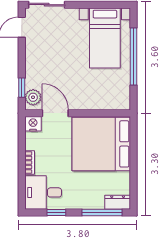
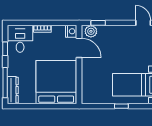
window: (133, 57) -> (121, 106), width x0.32
door: (55, 113) -> (79, 48), hinge flipped
dresser: (118, 202) -> (13, 90), width x1.44

